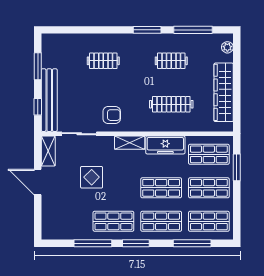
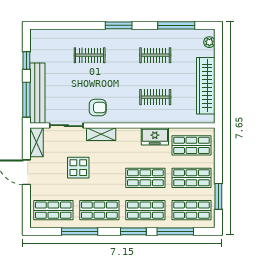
window: (147, 30) -> (119, 25), moved
window: (38, 66) -> (26, 61), width x0.67
clothes rail: (171, 104) -> (155, 97), width x0.73
window: (38, 107) -> (26, 100), width x2.17
shelving: (130, 143) -> (101, 134), moved
freezer: (165, 145) -> (155, 136), width x0.71
window: (237, 167) -> (218, 196), moved
shop shelf: (66, 221) -> (53, 210), added
window: (136, 243) -> (133, 231), moved

